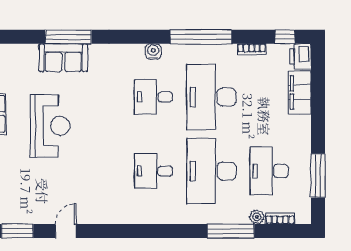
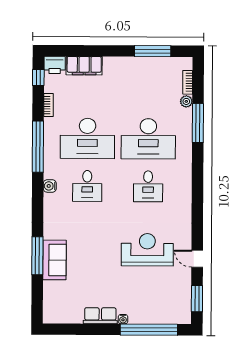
reception desk: (50, 126) -> (147, 250), moved
desk: (269, 171) -> (149, 91), removed

